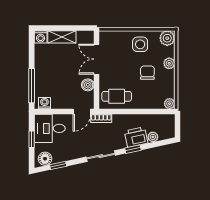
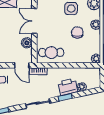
door: (82, 112) -> (22, 65), hinge flipped

